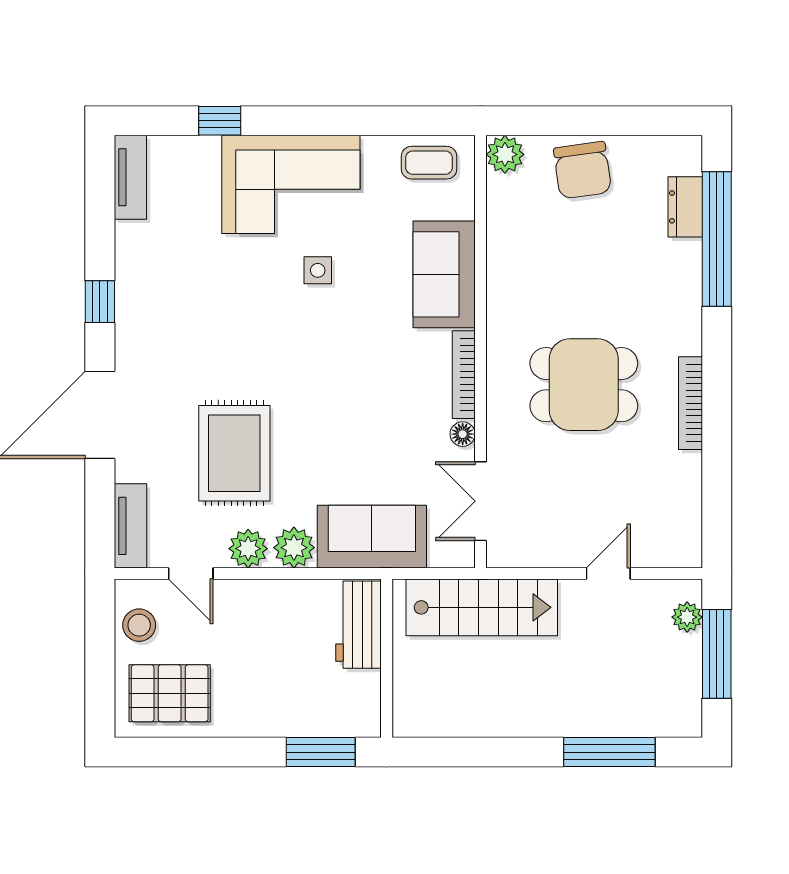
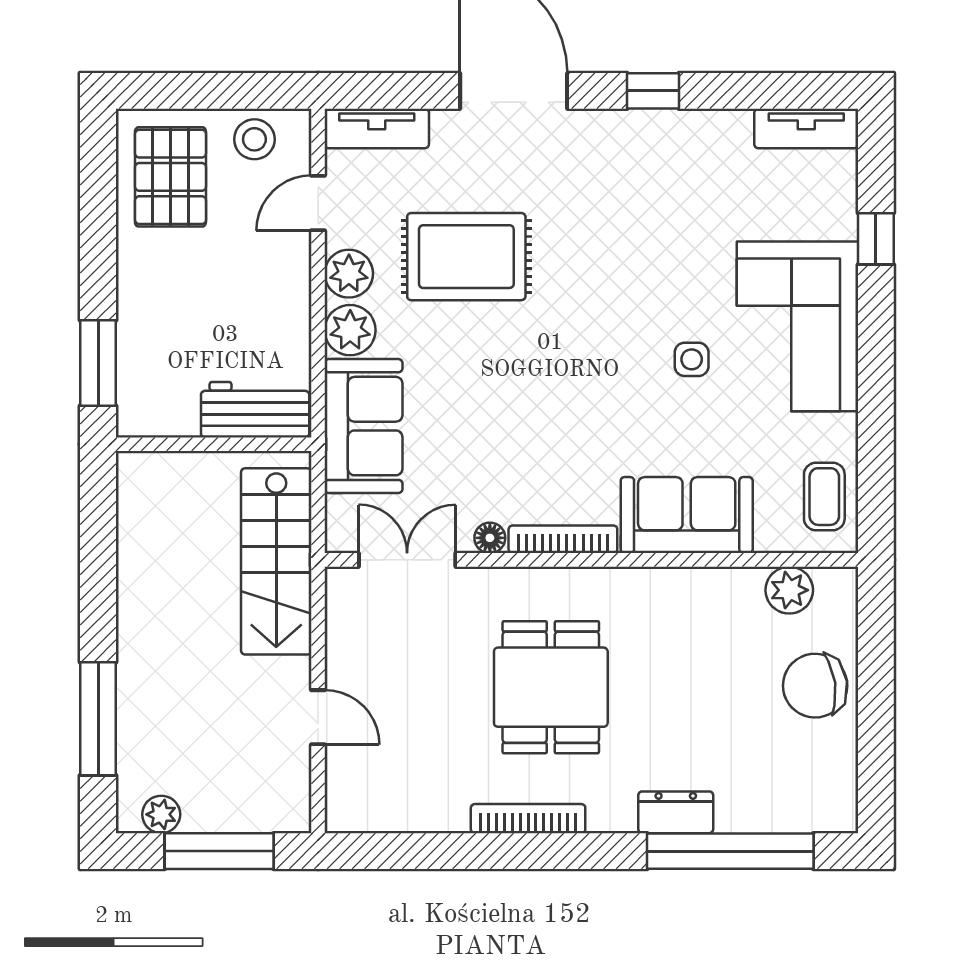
plant: (505, 154) -> (789, 590), moved
dresser: (685, 207) -> (676, 812), moved
plant: (687, 617) -> (161, 814), moved

